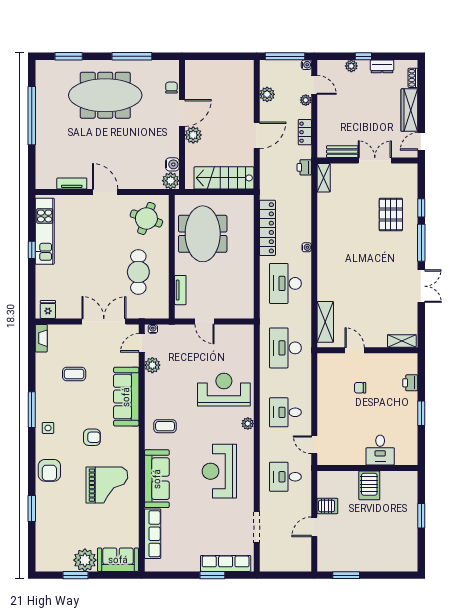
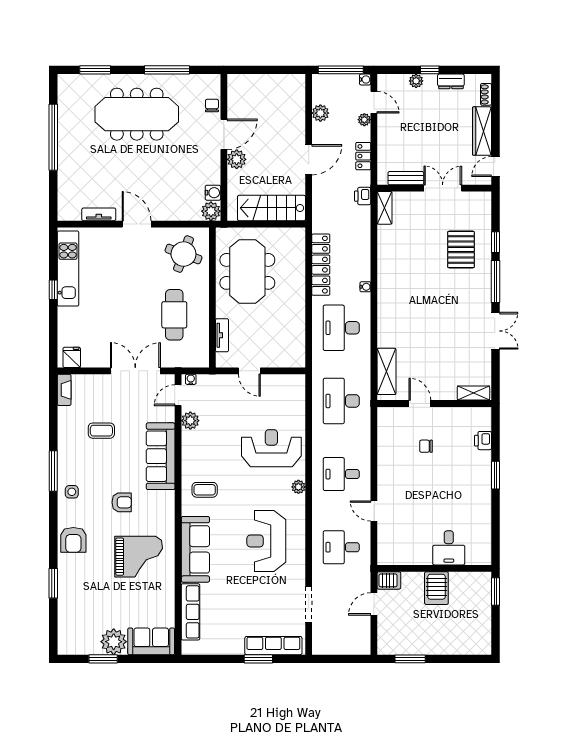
desk: (380, 450) -> (449, 548), moved
wall: (367, 468) -> (434, 568), moved
server rack: (369, 485) -> (436, 588), moved

